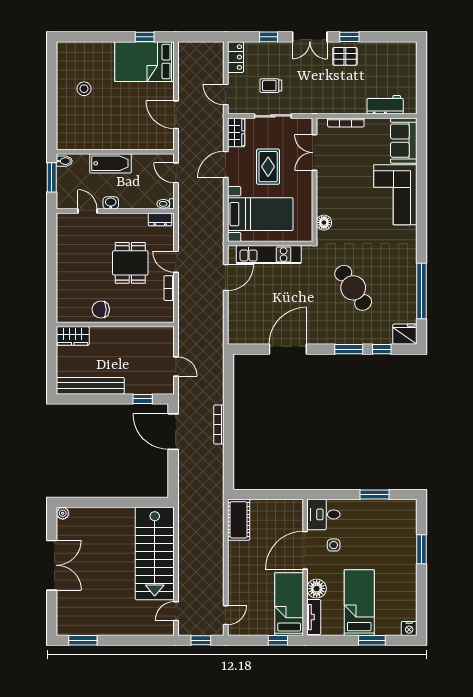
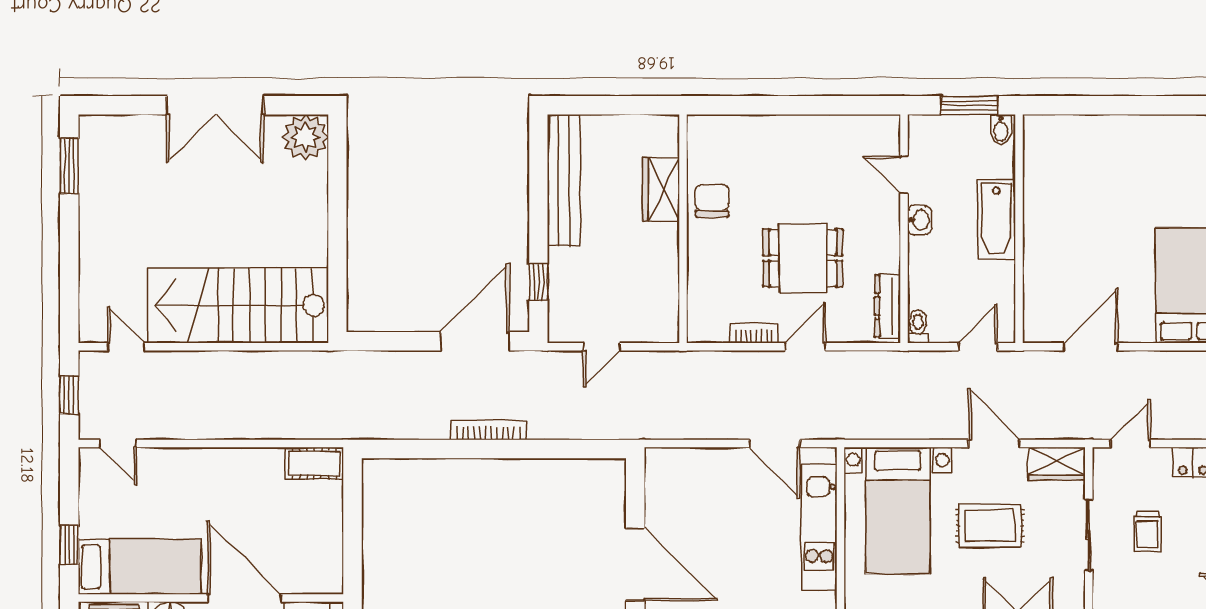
trolley: (271, 86) -> (1148, 531), turned 180
stool: (84, 89) -> (1142, 168), removed
door: (87, 211) -> (904, 175), swing flipped
dresser: (160, 219) -> (888, 306), width x1.44
wardrobe: (73, 336) -> (661, 190), moved
plant: (63, 513) -> (305, 137), width x1.88, depth x1.88
cot: (239, 520) -> (314, 463), width x0.73, depth x0.75

